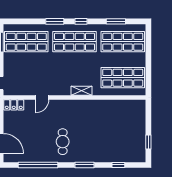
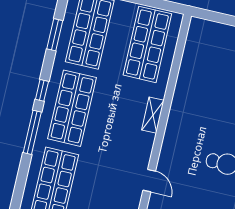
window: (55, 21) -> (32, 132), width x1.44

